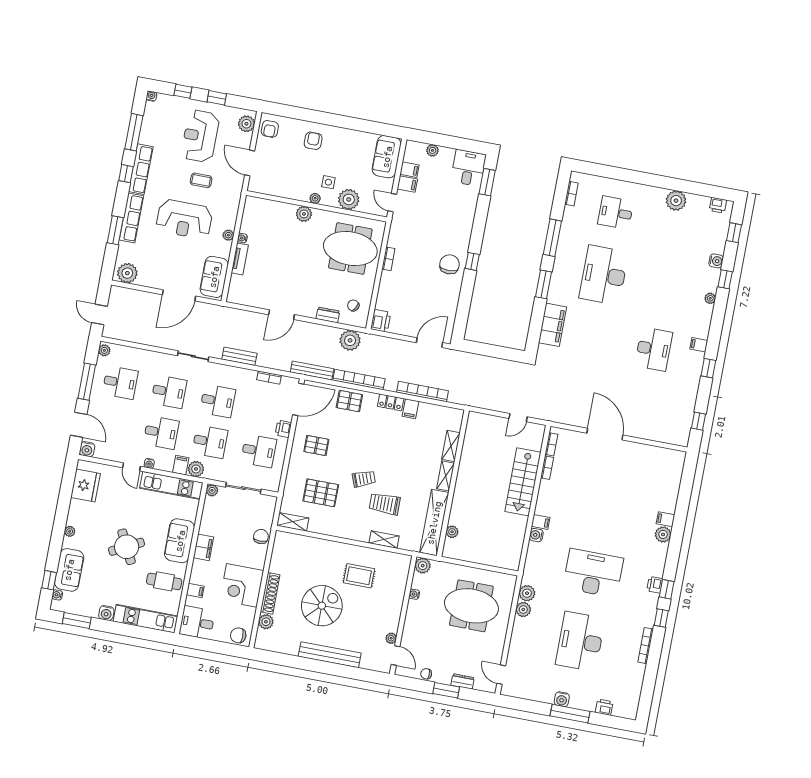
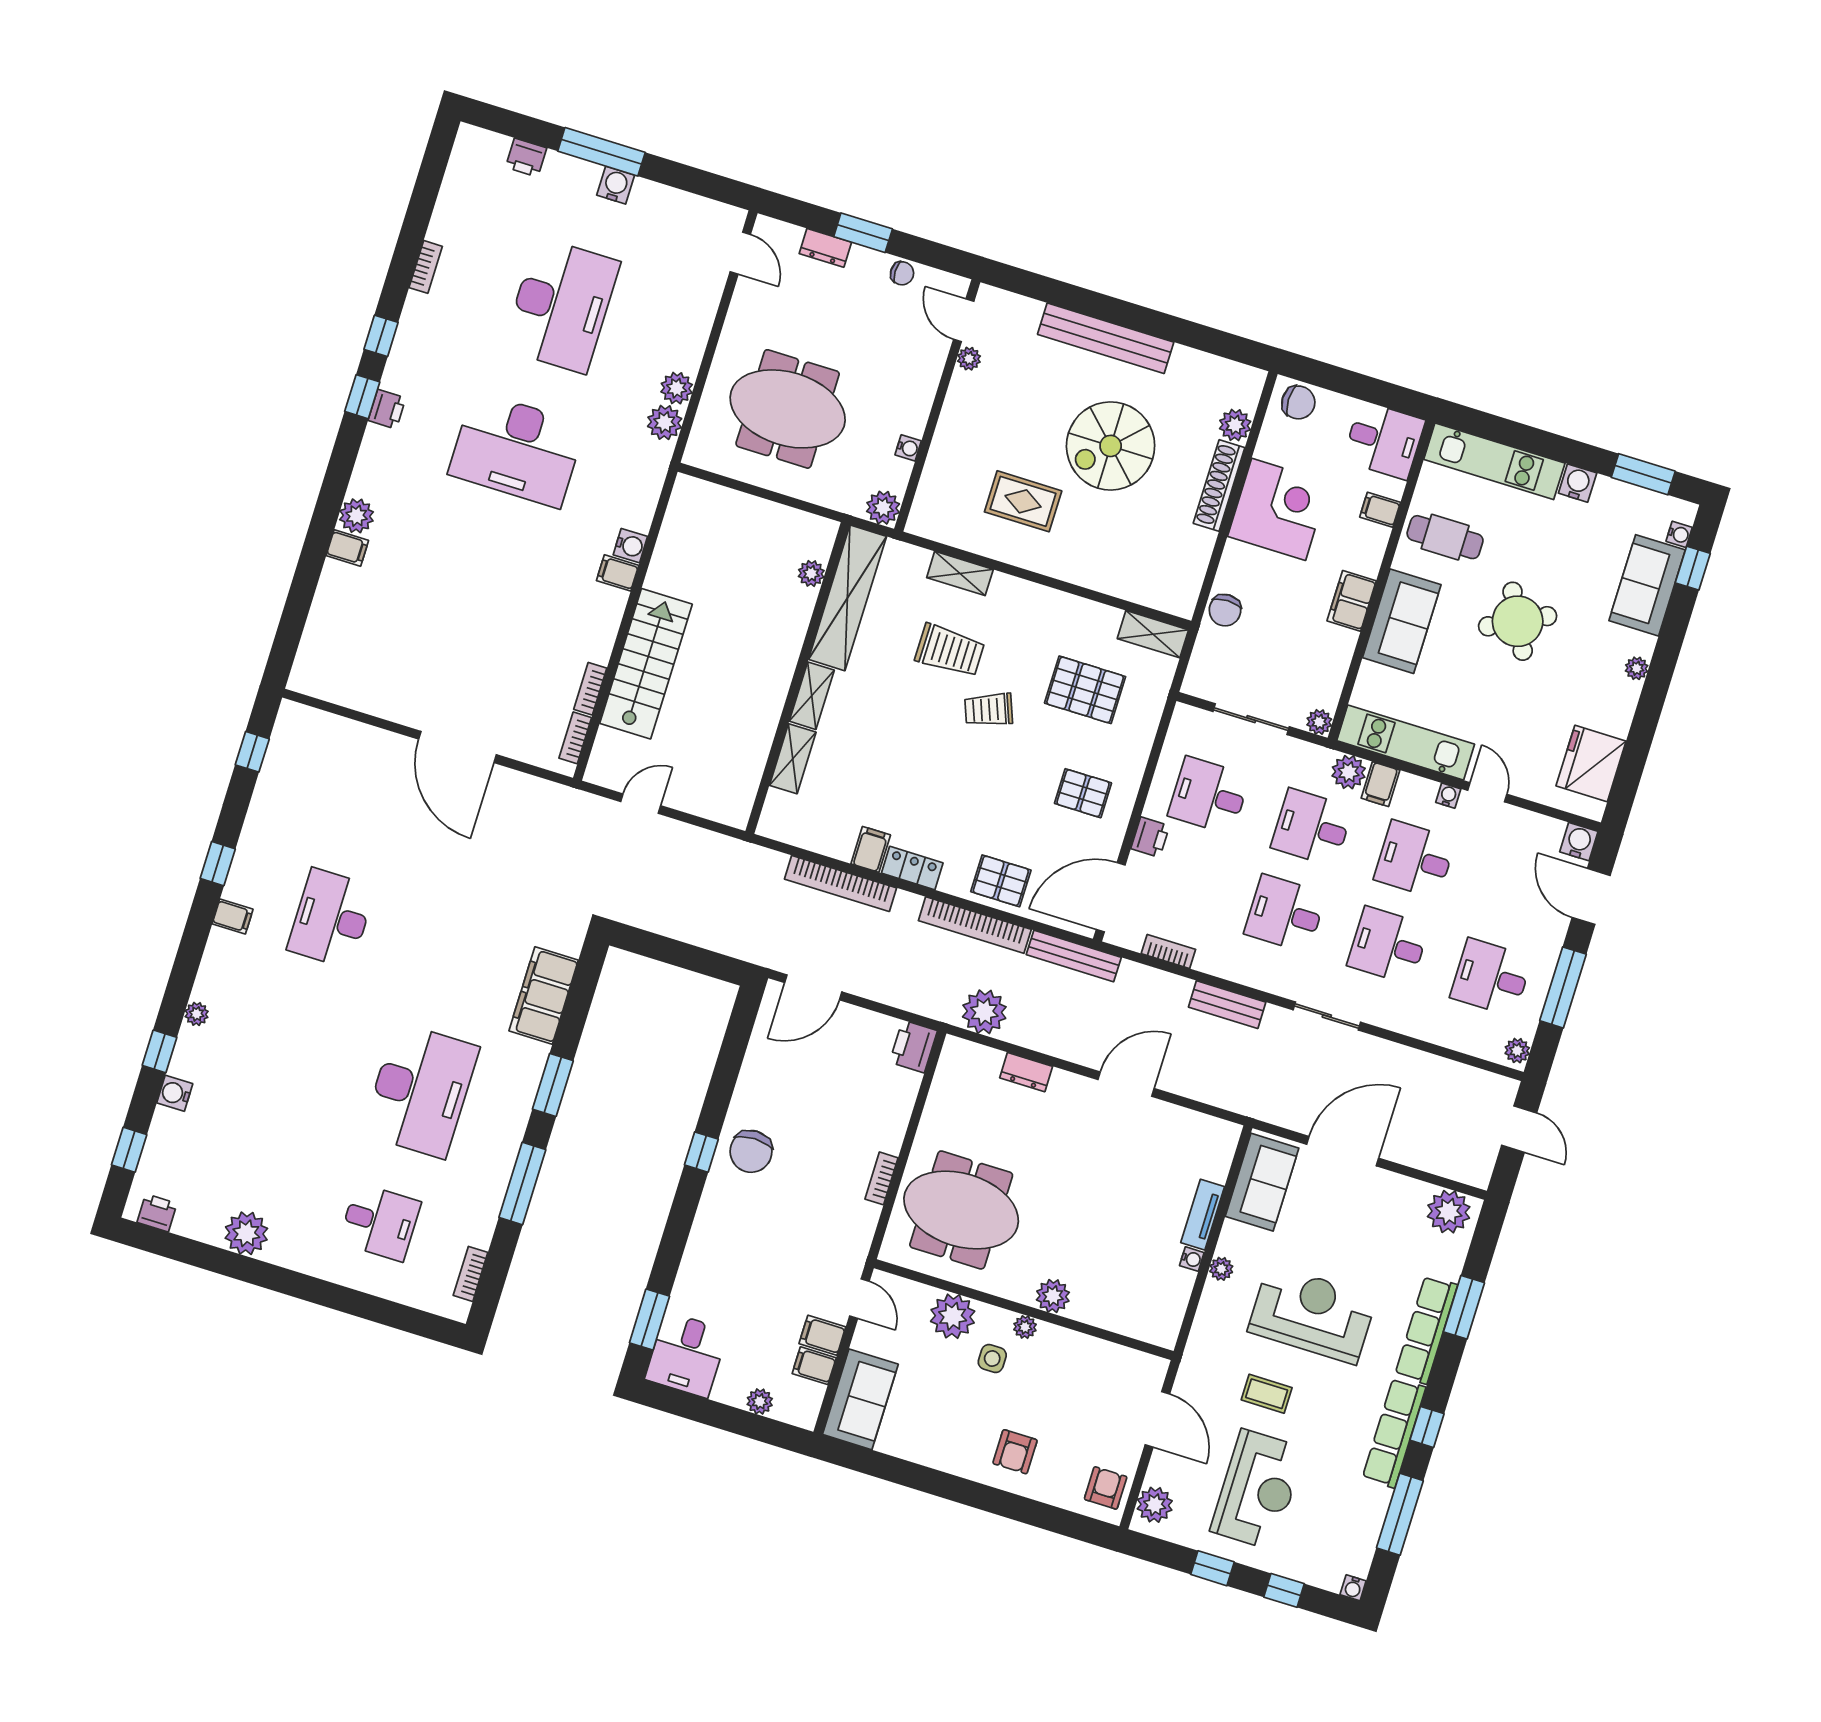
chair: (353, 305) -> (969, 1086), removed
bookcase: (646, 646) -> (426, 267), width x0.64

